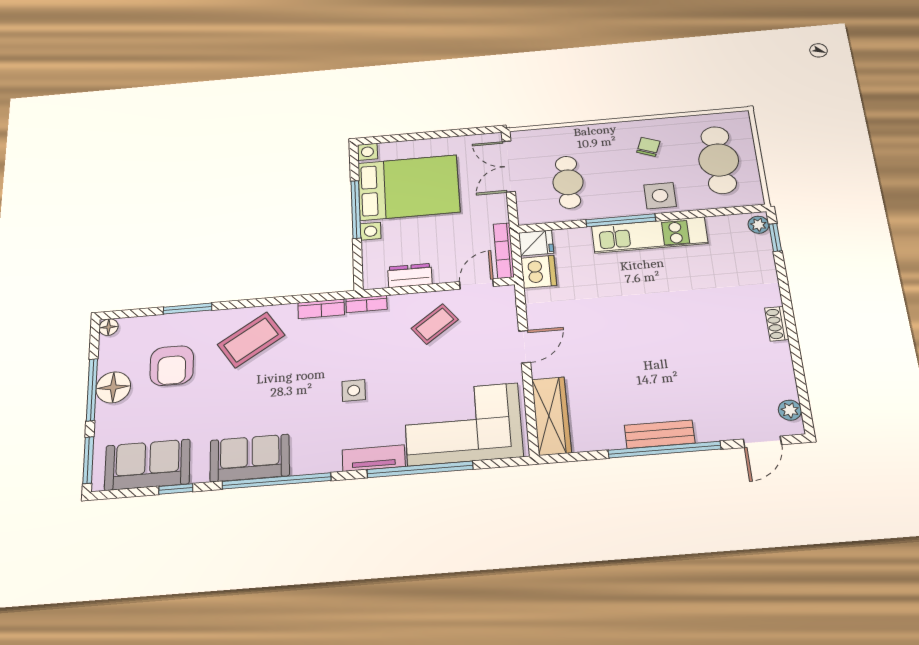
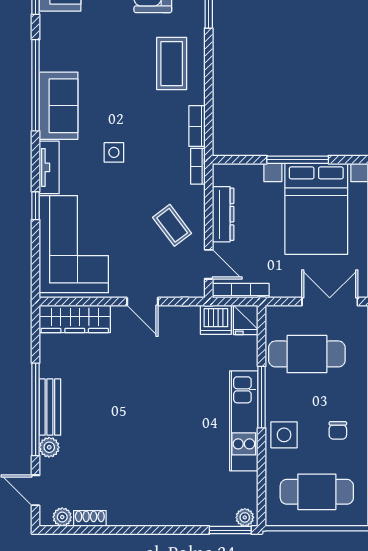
chair: (648, 147) -> (338, 430), turned 69
cafe table: (568, 182) -> (307, 354), width x1.37, depth x1.35
window: (775, 237) -> (230, 530), width x1.50
dresser: (410, 276) -> (223, 214), width x1.44
shoe rack: (777, 324) -> (90, 518), moved
coffee table: (251, 340) -> (172, 64), turned 33
plant: (708, 431) -> (49, 447), added
sofa: (250, 458) -> (59, 106), moved
window: (420, 469) -> (36, 206), width x0.32

